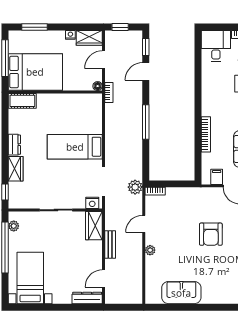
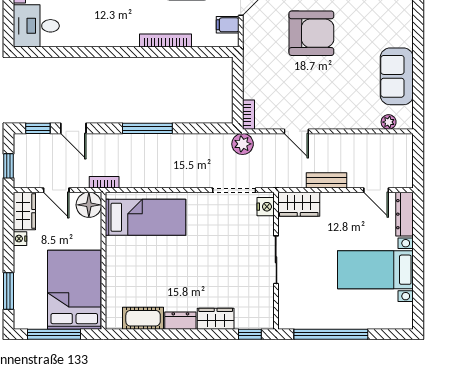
floor lamp: (98, 86) -> (89, 205), width x1.89, depth x1.89
cot: (22, 101) -> (143, 318), moved, turned 90
bed: (75, 147) -> (146, 217), moved, turned -90
plant: (14, 226) -> (299, 322), removed
armchair: (211, 234) -> (311, 33), width x1.36, depth x1.36
plant: (150, 250) -> (389, 122), moved
bed with nightstands: (30, 278) -> (375, 270), moved

